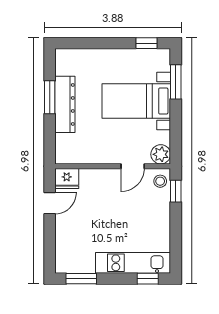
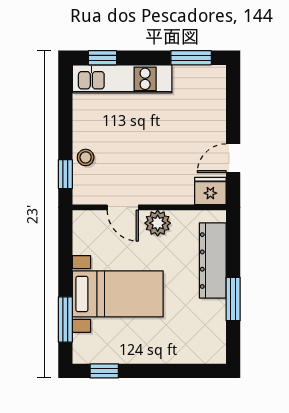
dresser: (65, 104) -> (213, 261), moved
plant: (161, 154) -> (158, 223), moved
door: (133, 166) -> (123, 207), swing flipped
stool: (160, 181) -> (86, 157), moved

